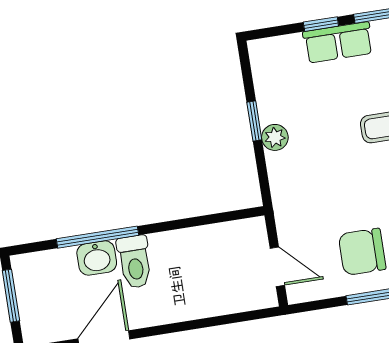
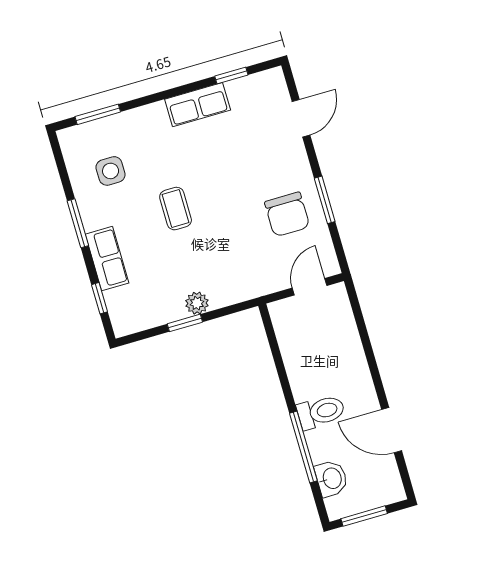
window: (321, 24) -> (100, 298), moved
washbasin: (97, 258) -> (331, 478), moved

